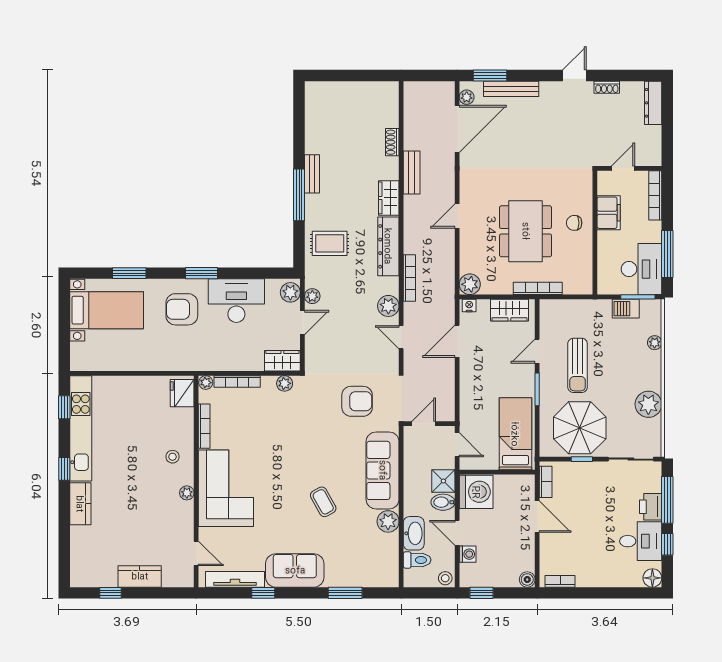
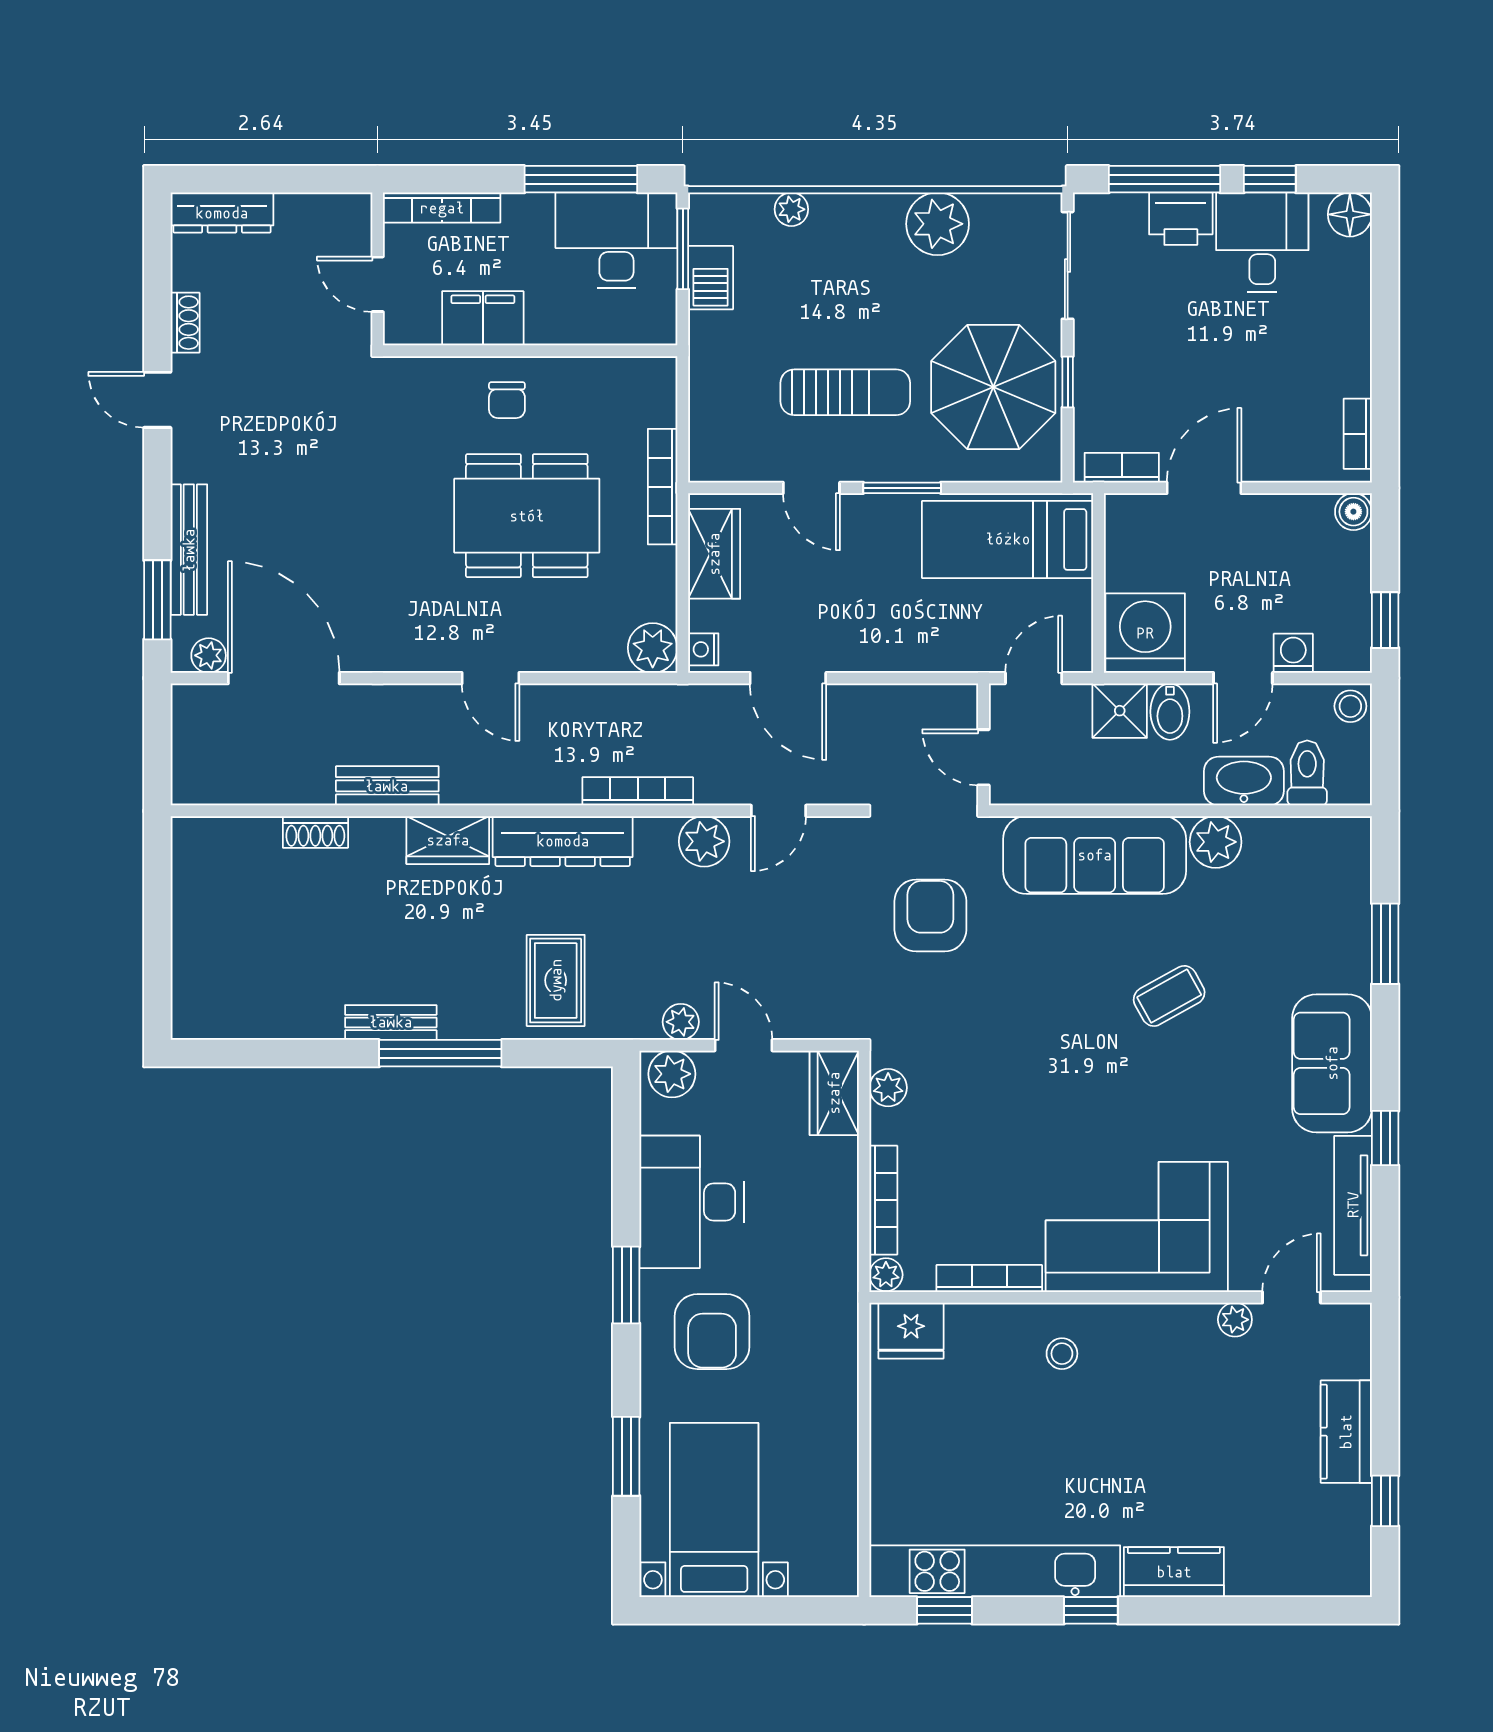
plant: (187, 493) -> (1235, 1320), moved

